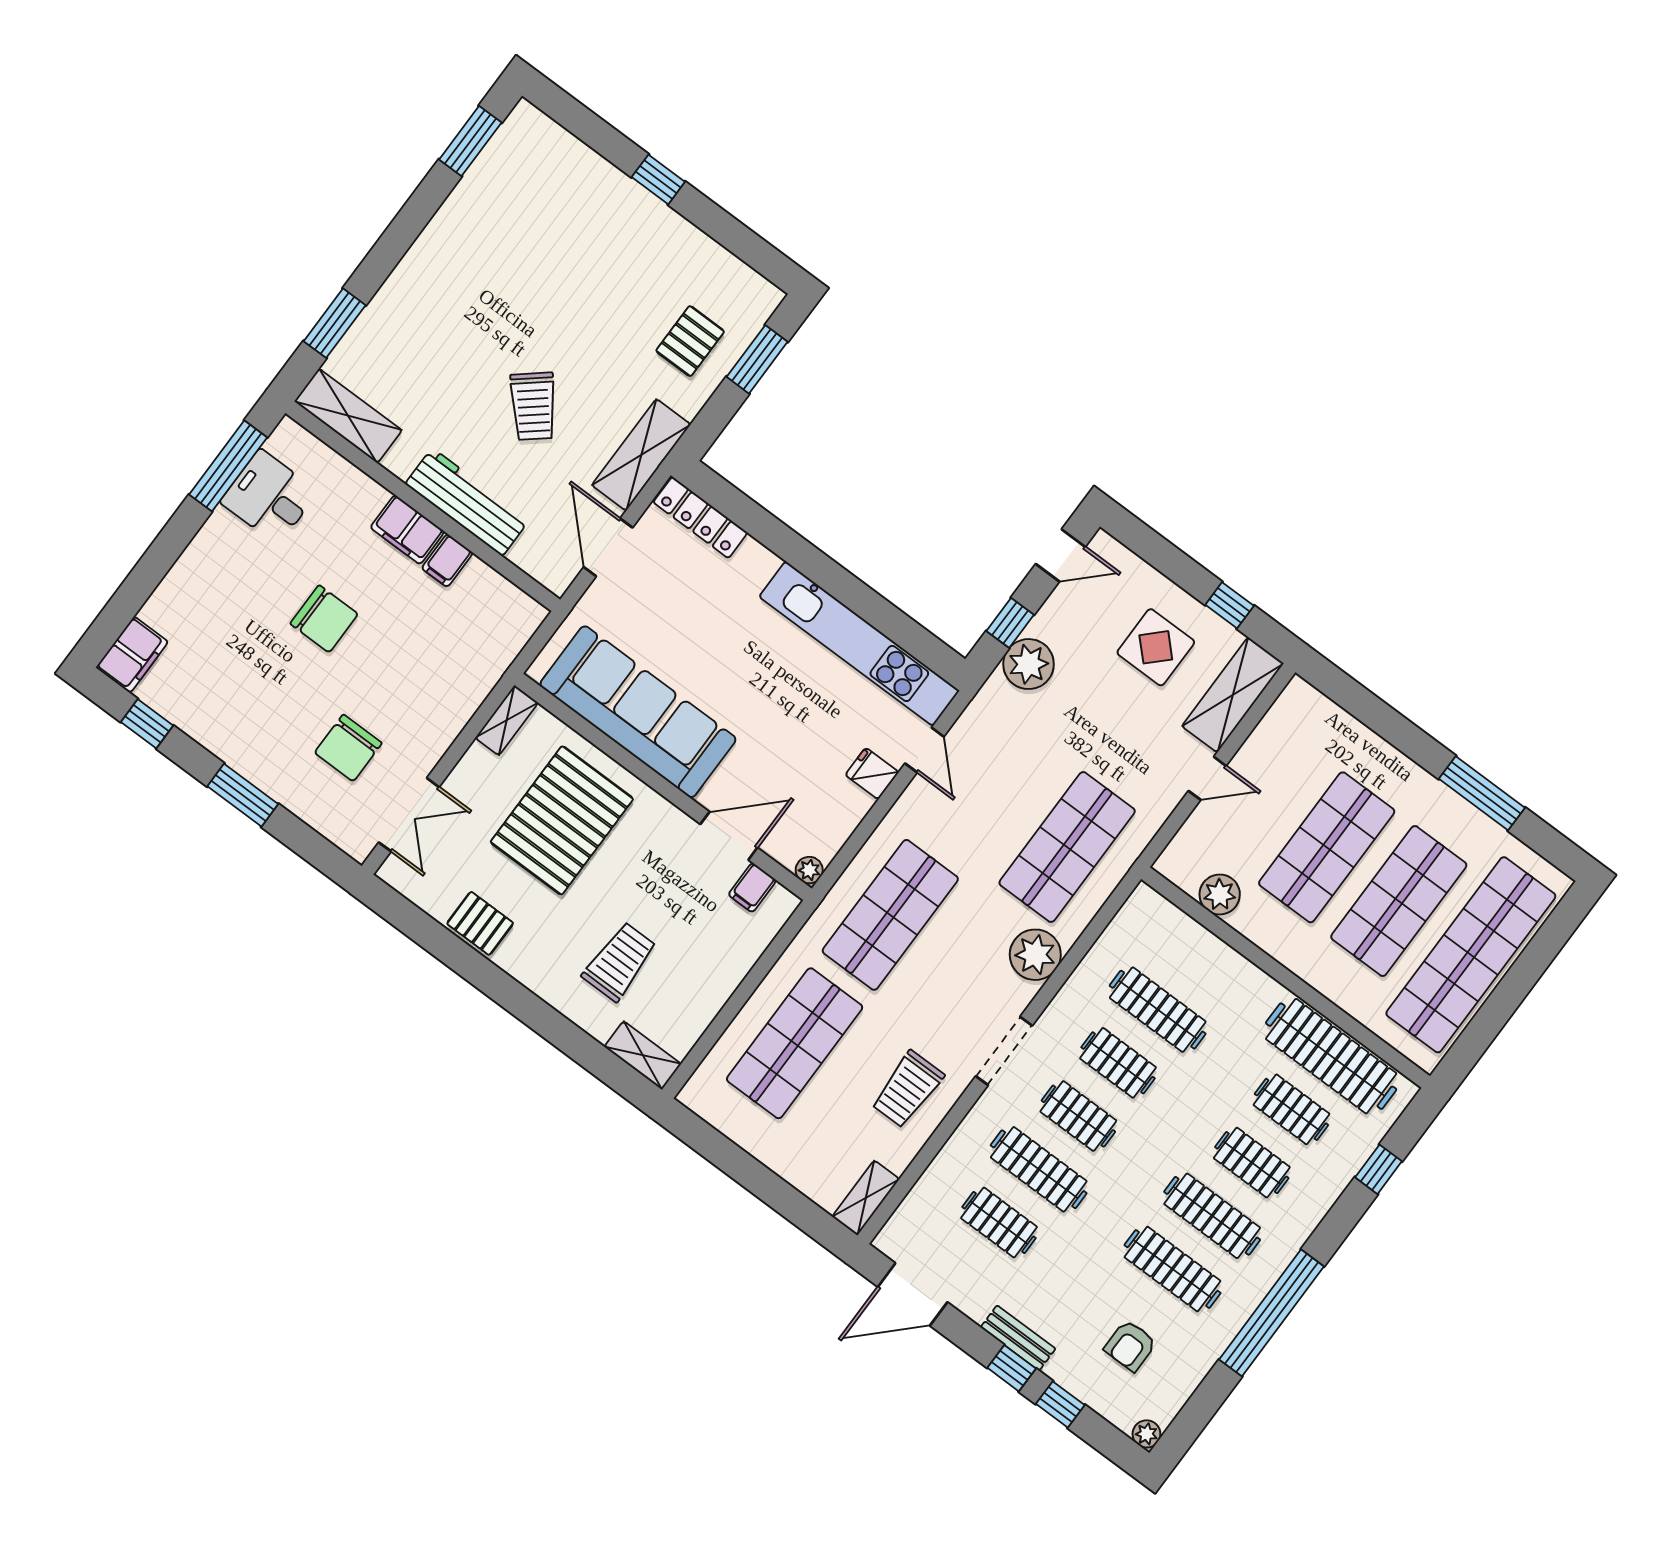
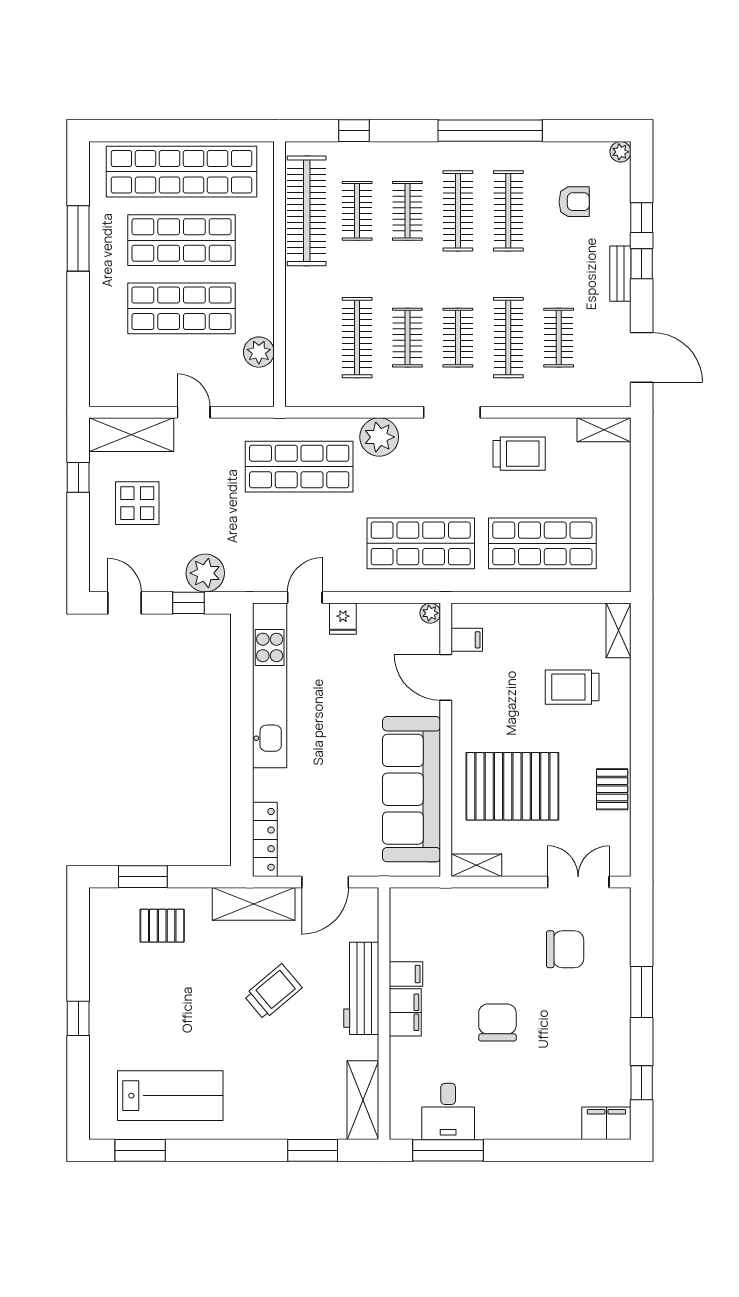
lab bench: (504, 216) -> (170, 1096), added

